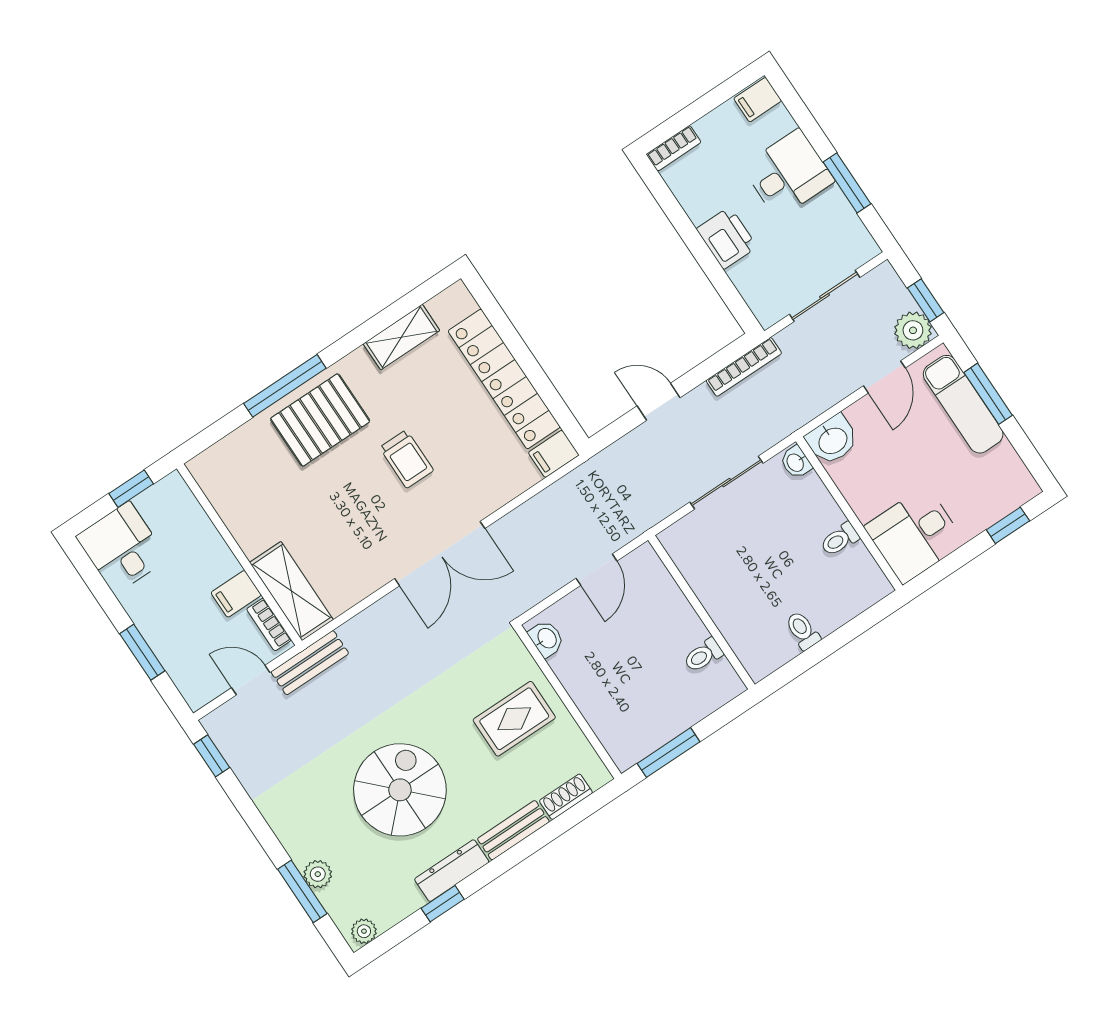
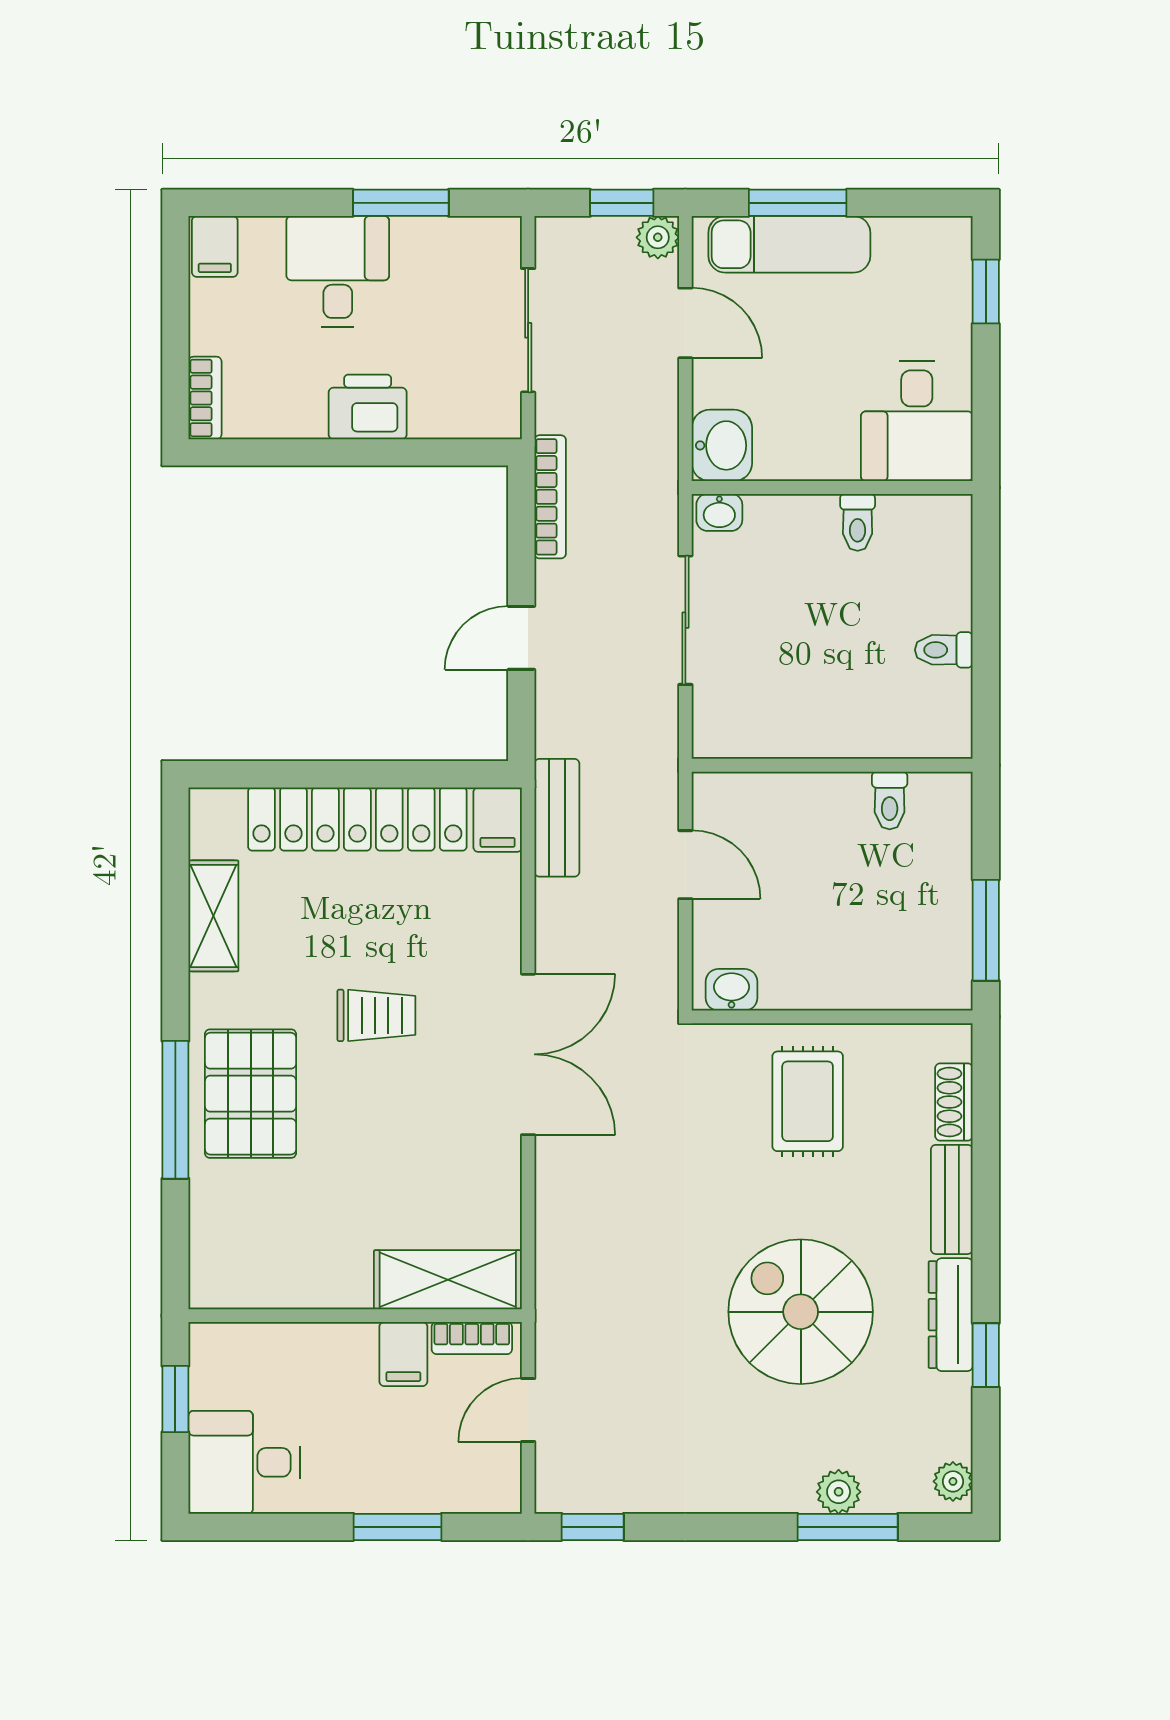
plant: (913, 330) -> (658, 237), width x0.73, depth x0.73
bench: (310, 663) -> (557, 818), moved

